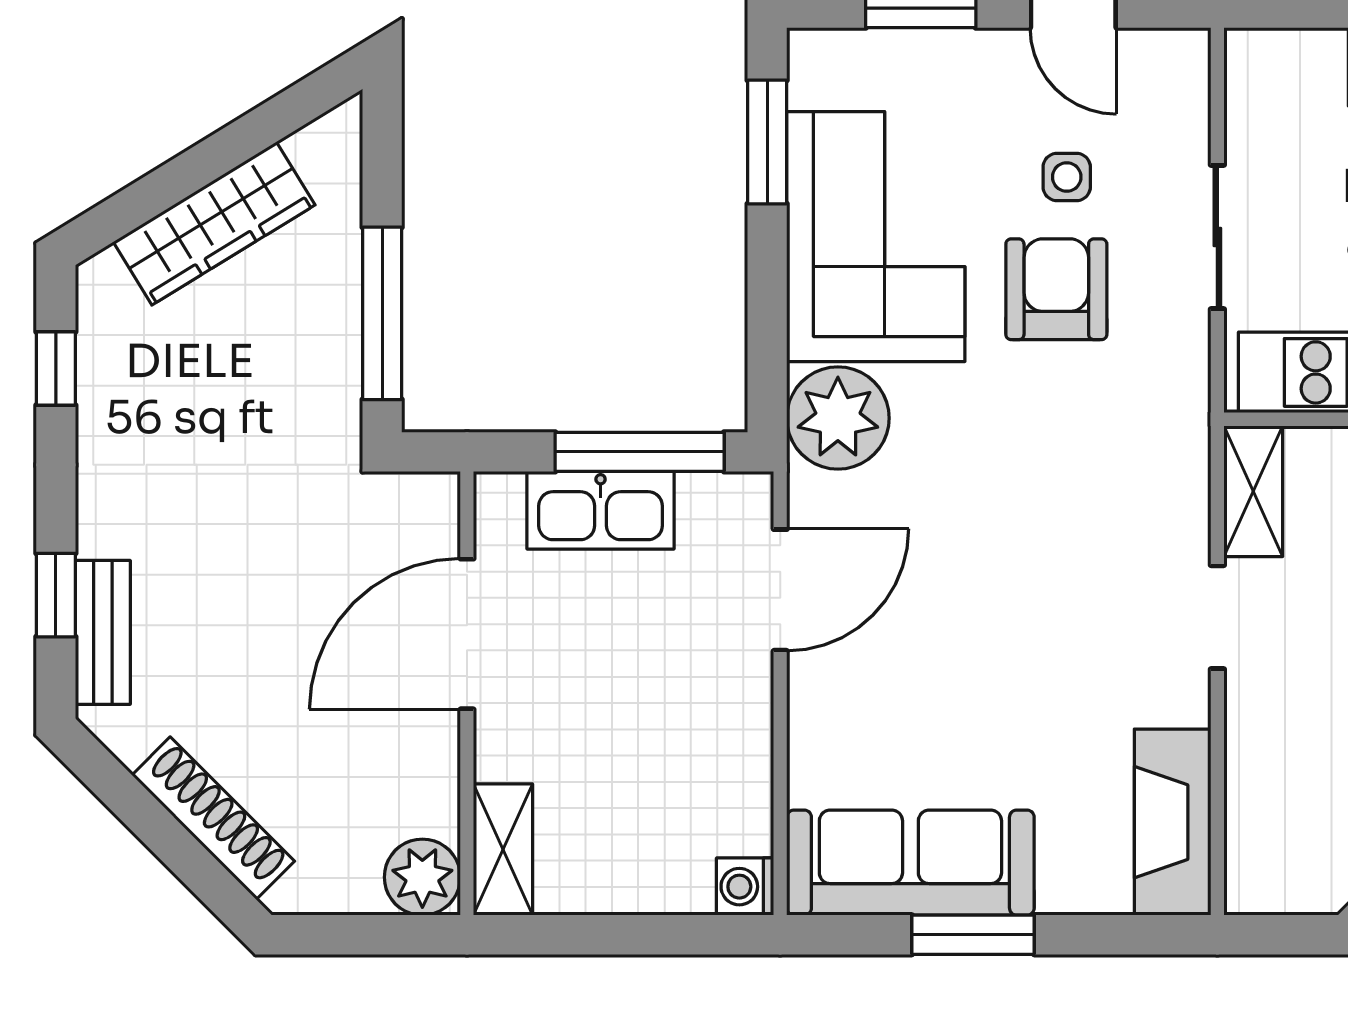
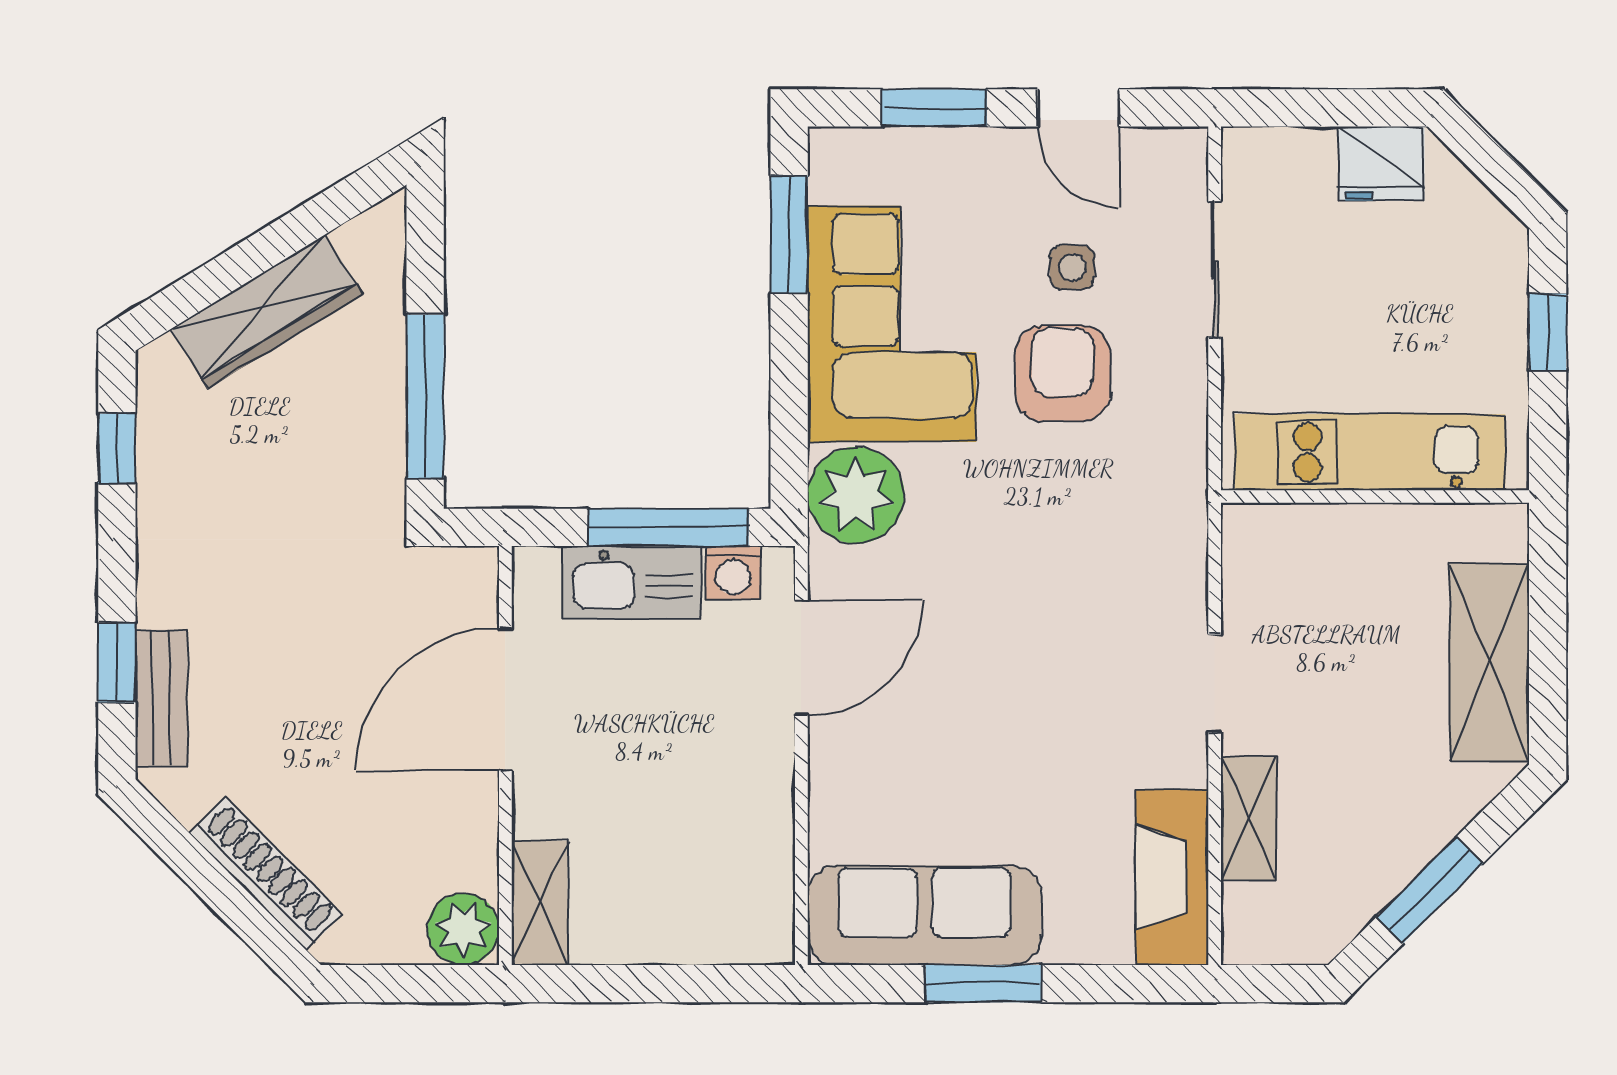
sliding door: (1217, 237) -> (1215, 269), moved
shelving: (1253, 491) -> (1249, 818), moved
washing machine: (745, 887) -> (733, 573), moved, turned -90

